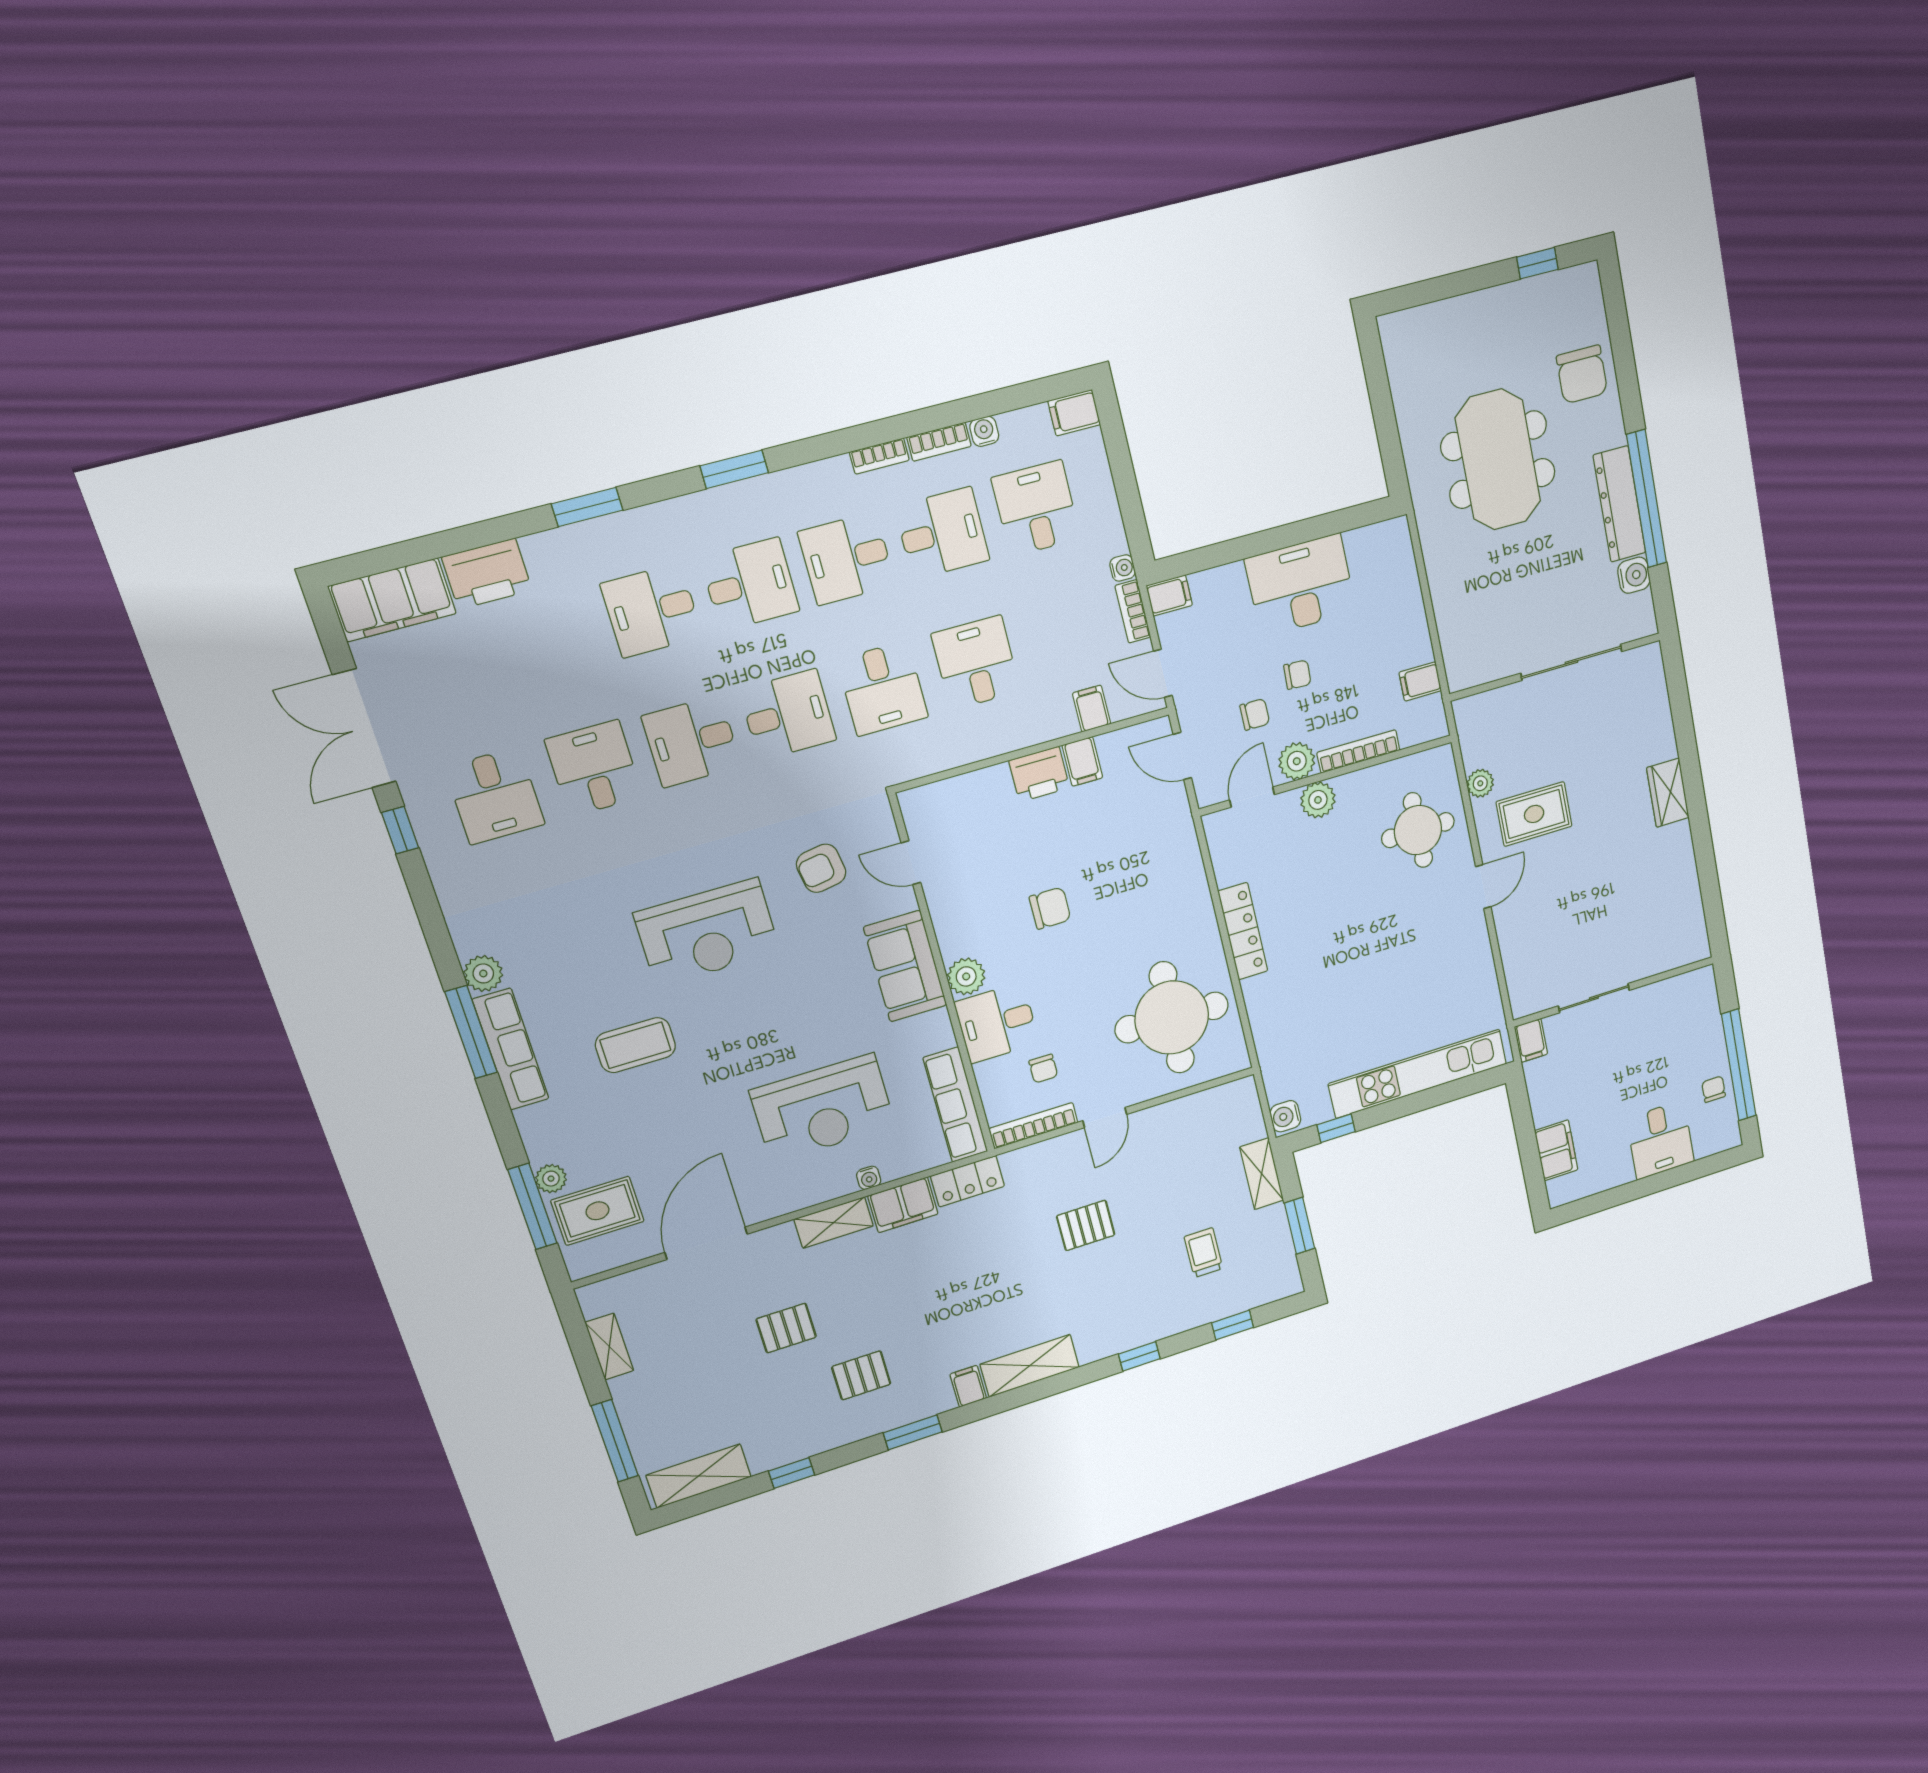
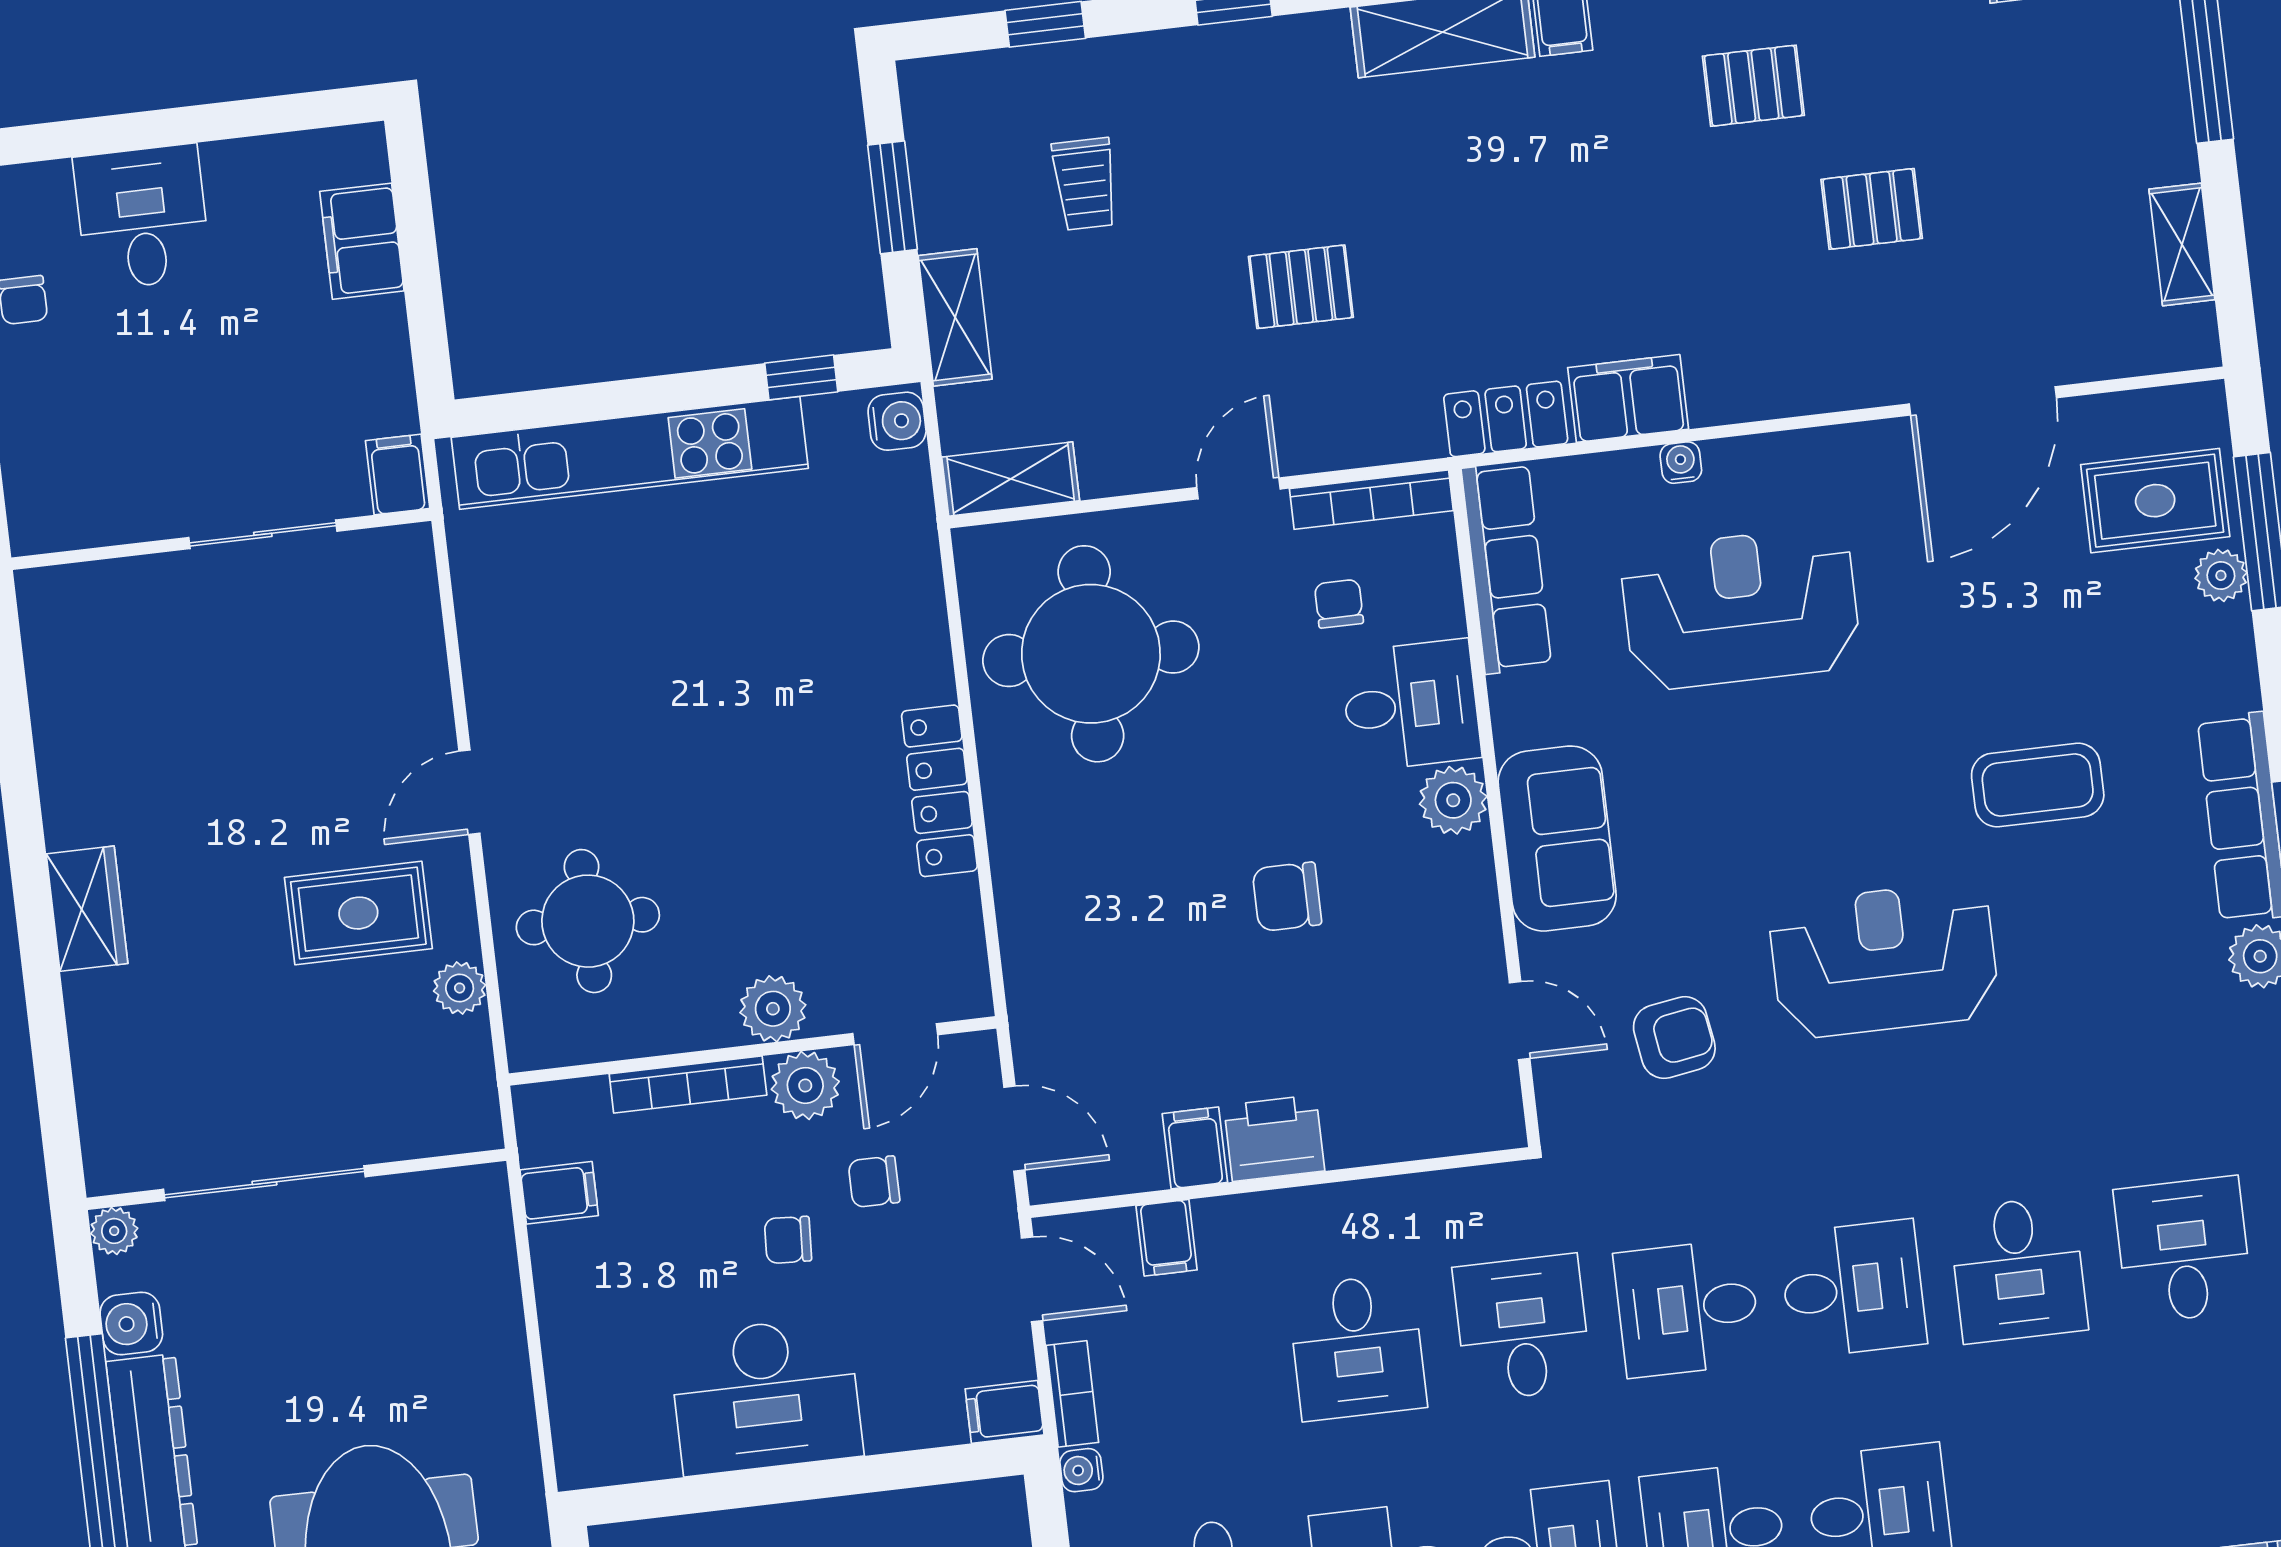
plant: (1645, 624) -> (114, 1231), added
shelving: (834, 1223) -> (1011, 479), moved

